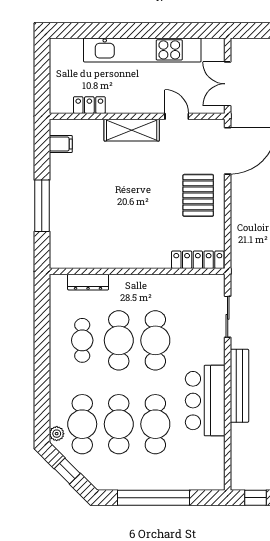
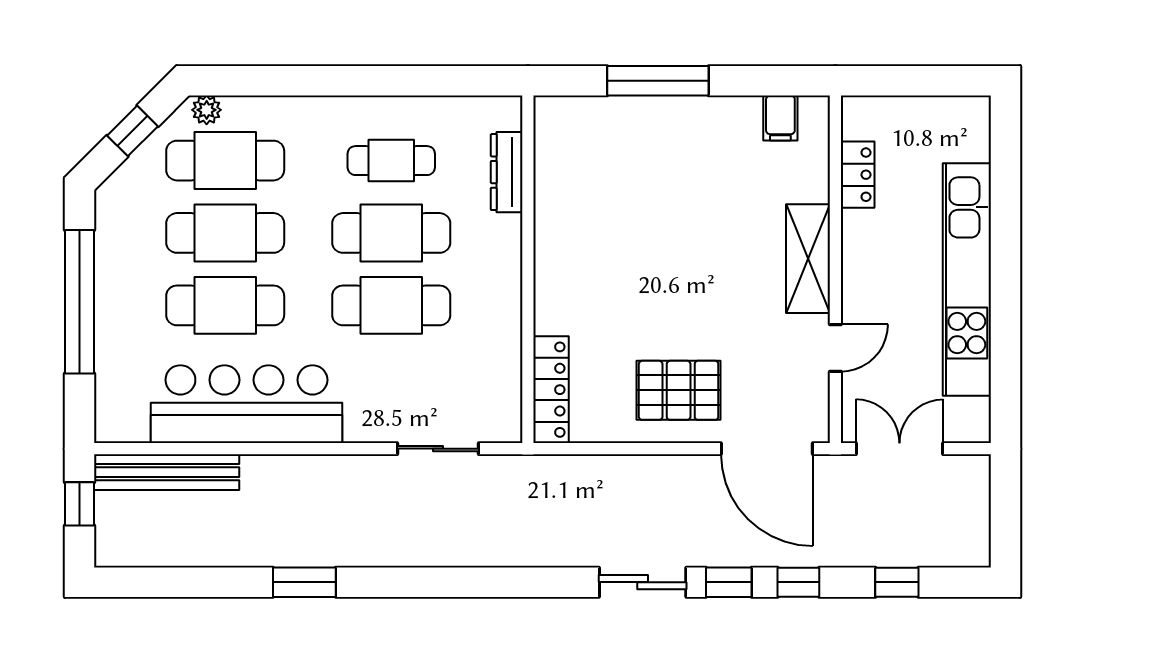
bench: (239, 386) -> (167, 472), moved
bar counter: (205, 401) -> (246, 404), width x1.36

